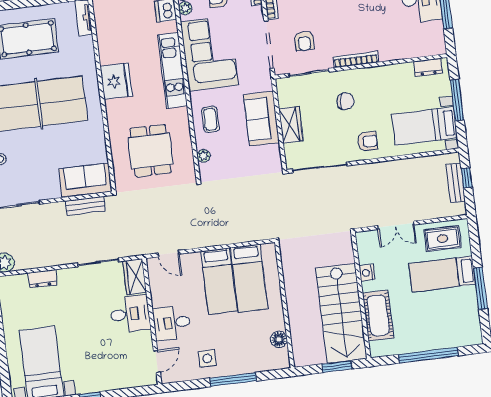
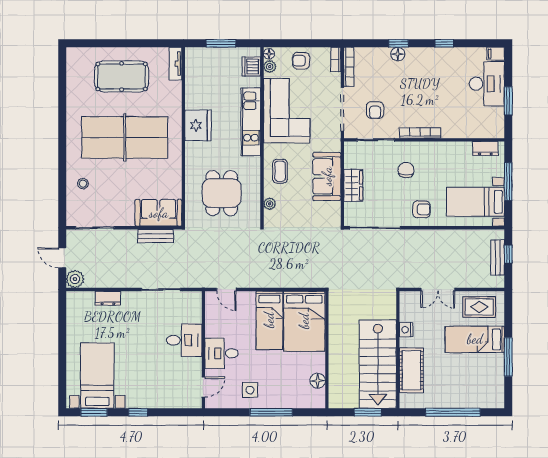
chair: (346, 101) -> (406, 170), turned -94
wardrobe: (135, 277) -> (193, 307), removed
bed: (249, 278) -> (304, 321), width x1.50

